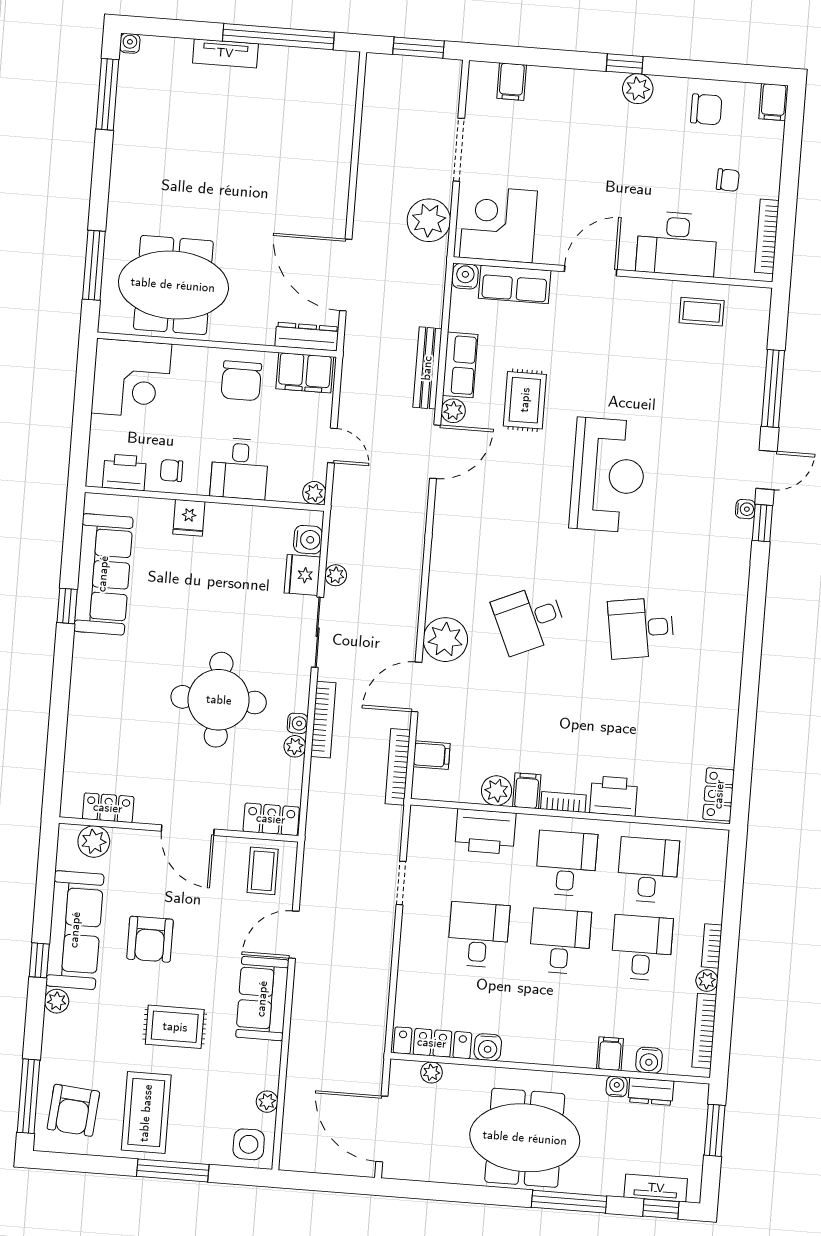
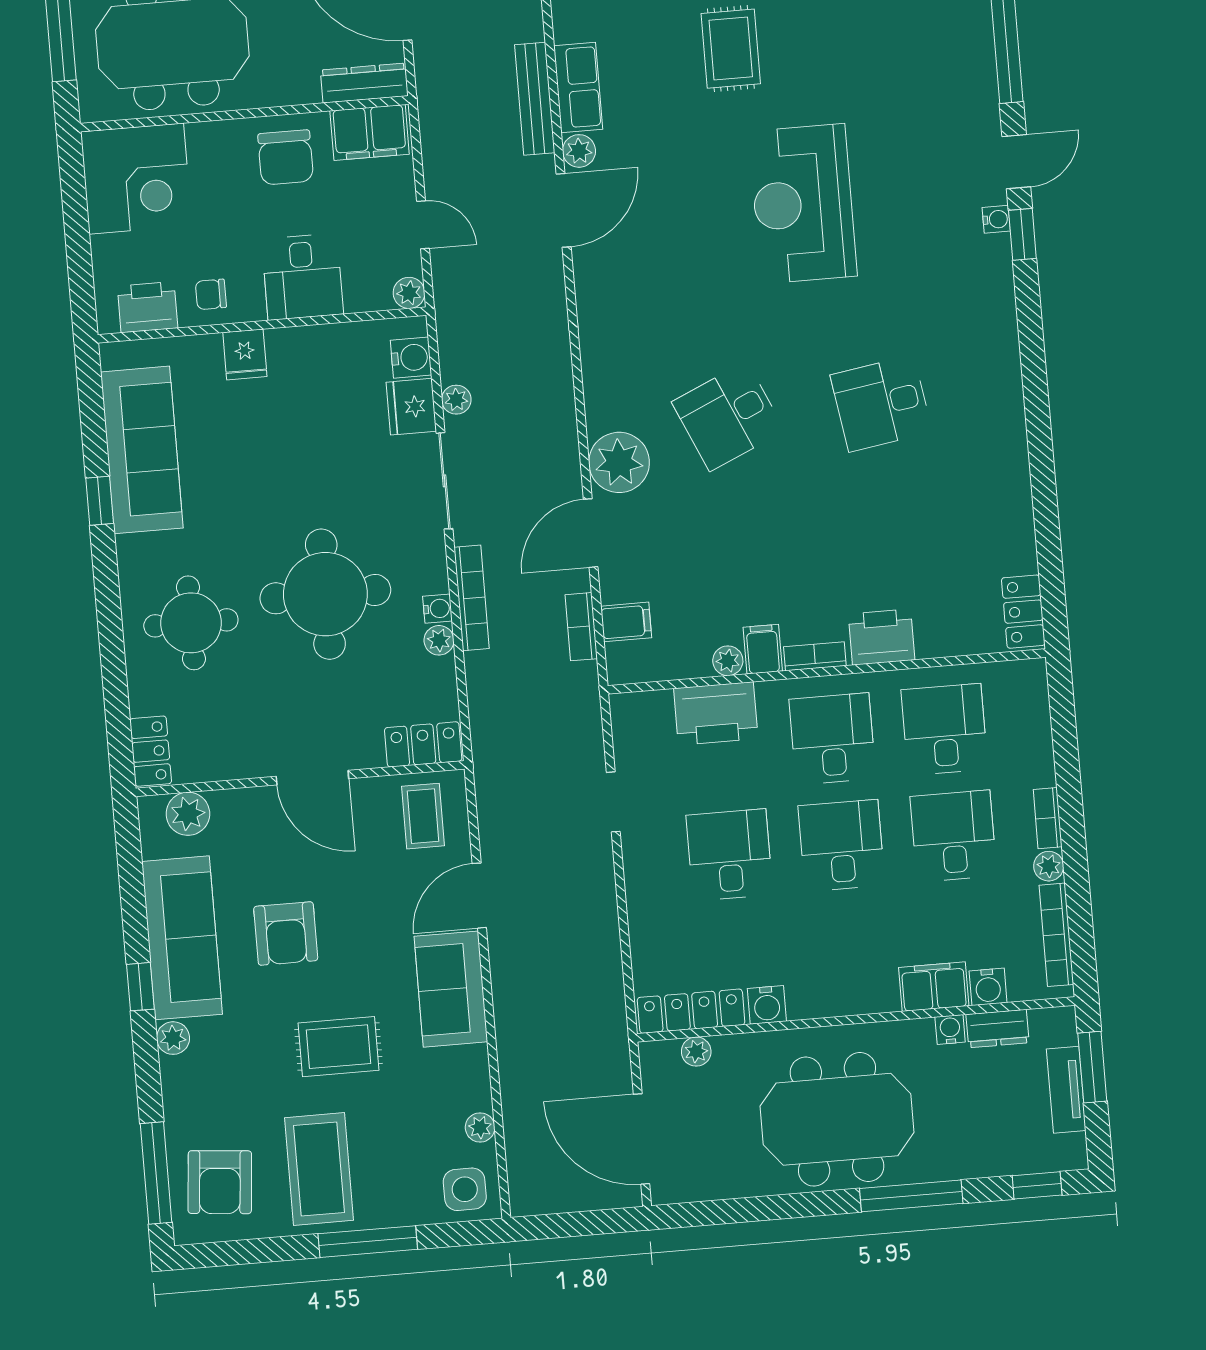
rug: (525, 400) -> (731, 49), moved
reception desk: (608, 475) -> (803, 204), turned 180
round table: (118, 705) -> (191, 623), added
bookcase: (398, 767) -> (581, 627), width x0.64
plant: (496, 791) -> (728, 661), width x0.73, depth x0.73
locker: (108, 808) -> (151, 751), moved, turned 90
filing cabinet: (610, 1054) -> (934, 987), width x2.00
tv unit: (656, 1188) -> (1066, 1090), moved, turned -90

